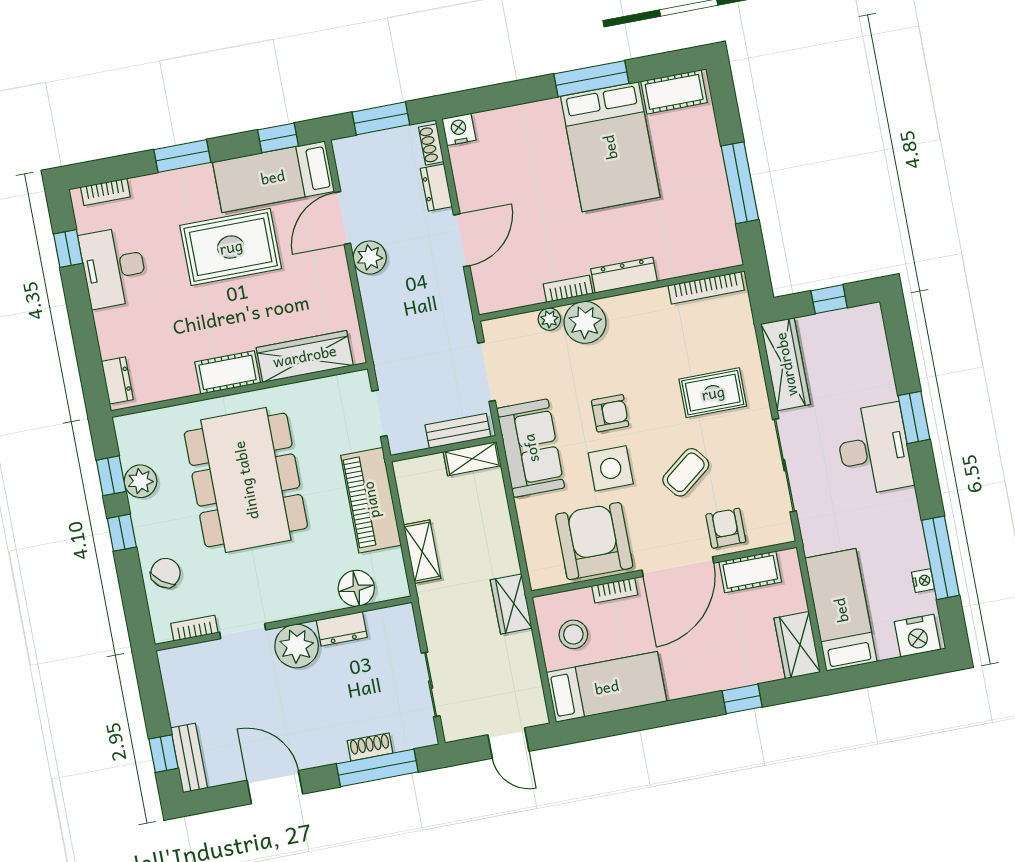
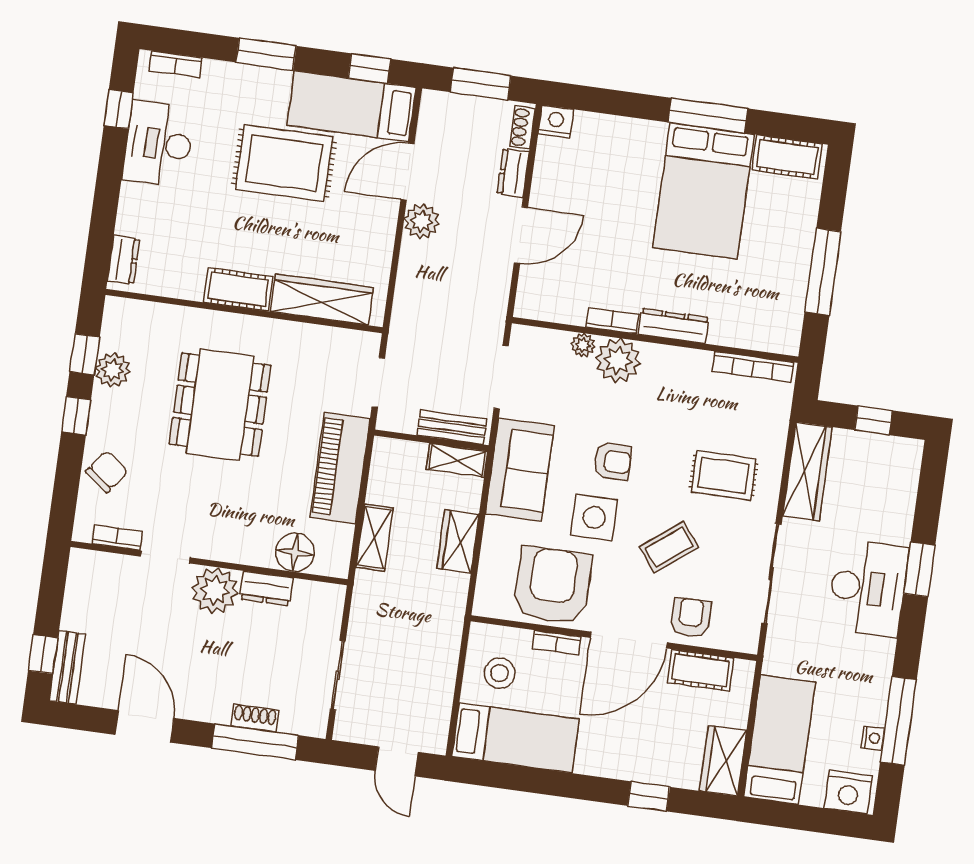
dining table: (246, 480) -> (220, 405), width x0.73, depth x0.80
wardrobe: (511, 604) -> (458, 541), moved

